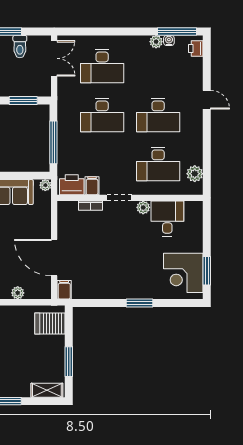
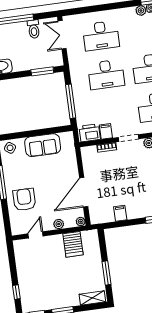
double door: (54, 58) -> (62, 35), swing flipped
plant: (45, 185) -> (81, 222), moved
door: (54, 258) -> (84, 192), hinge flipped
filing cabinet: (64, 290) -> (120, 213), moved
server rack: (50, 324) -> (73, 244), moved, turned -90

